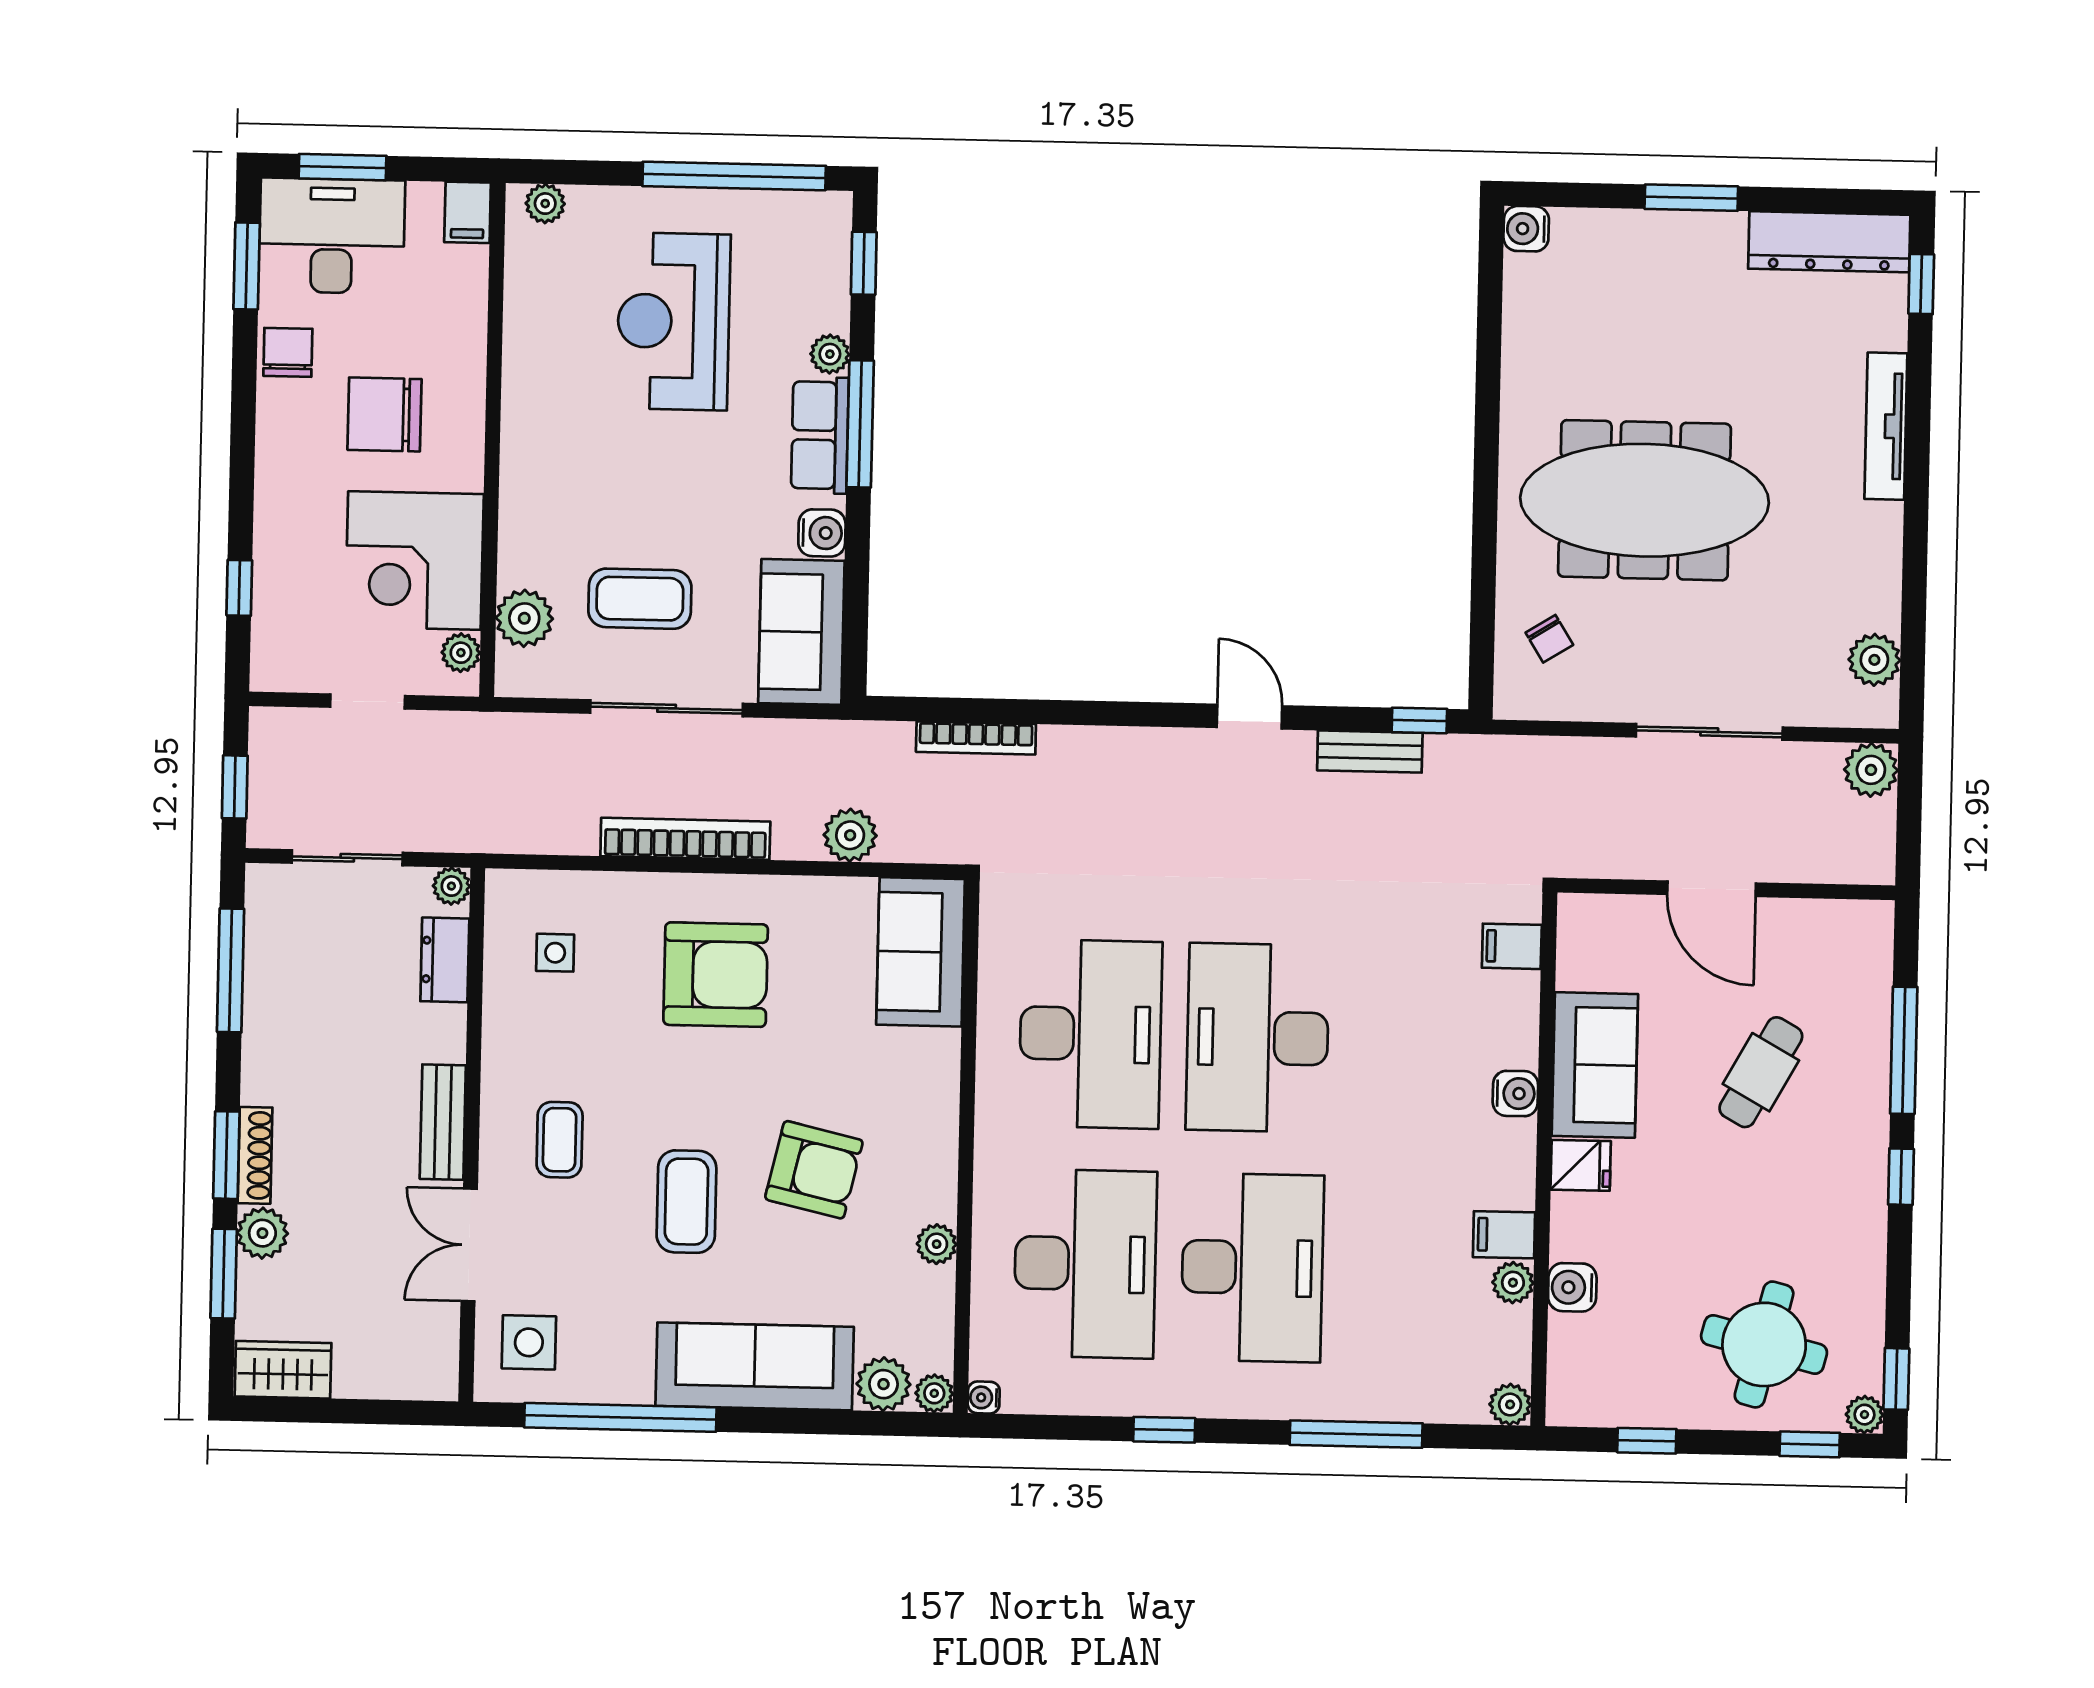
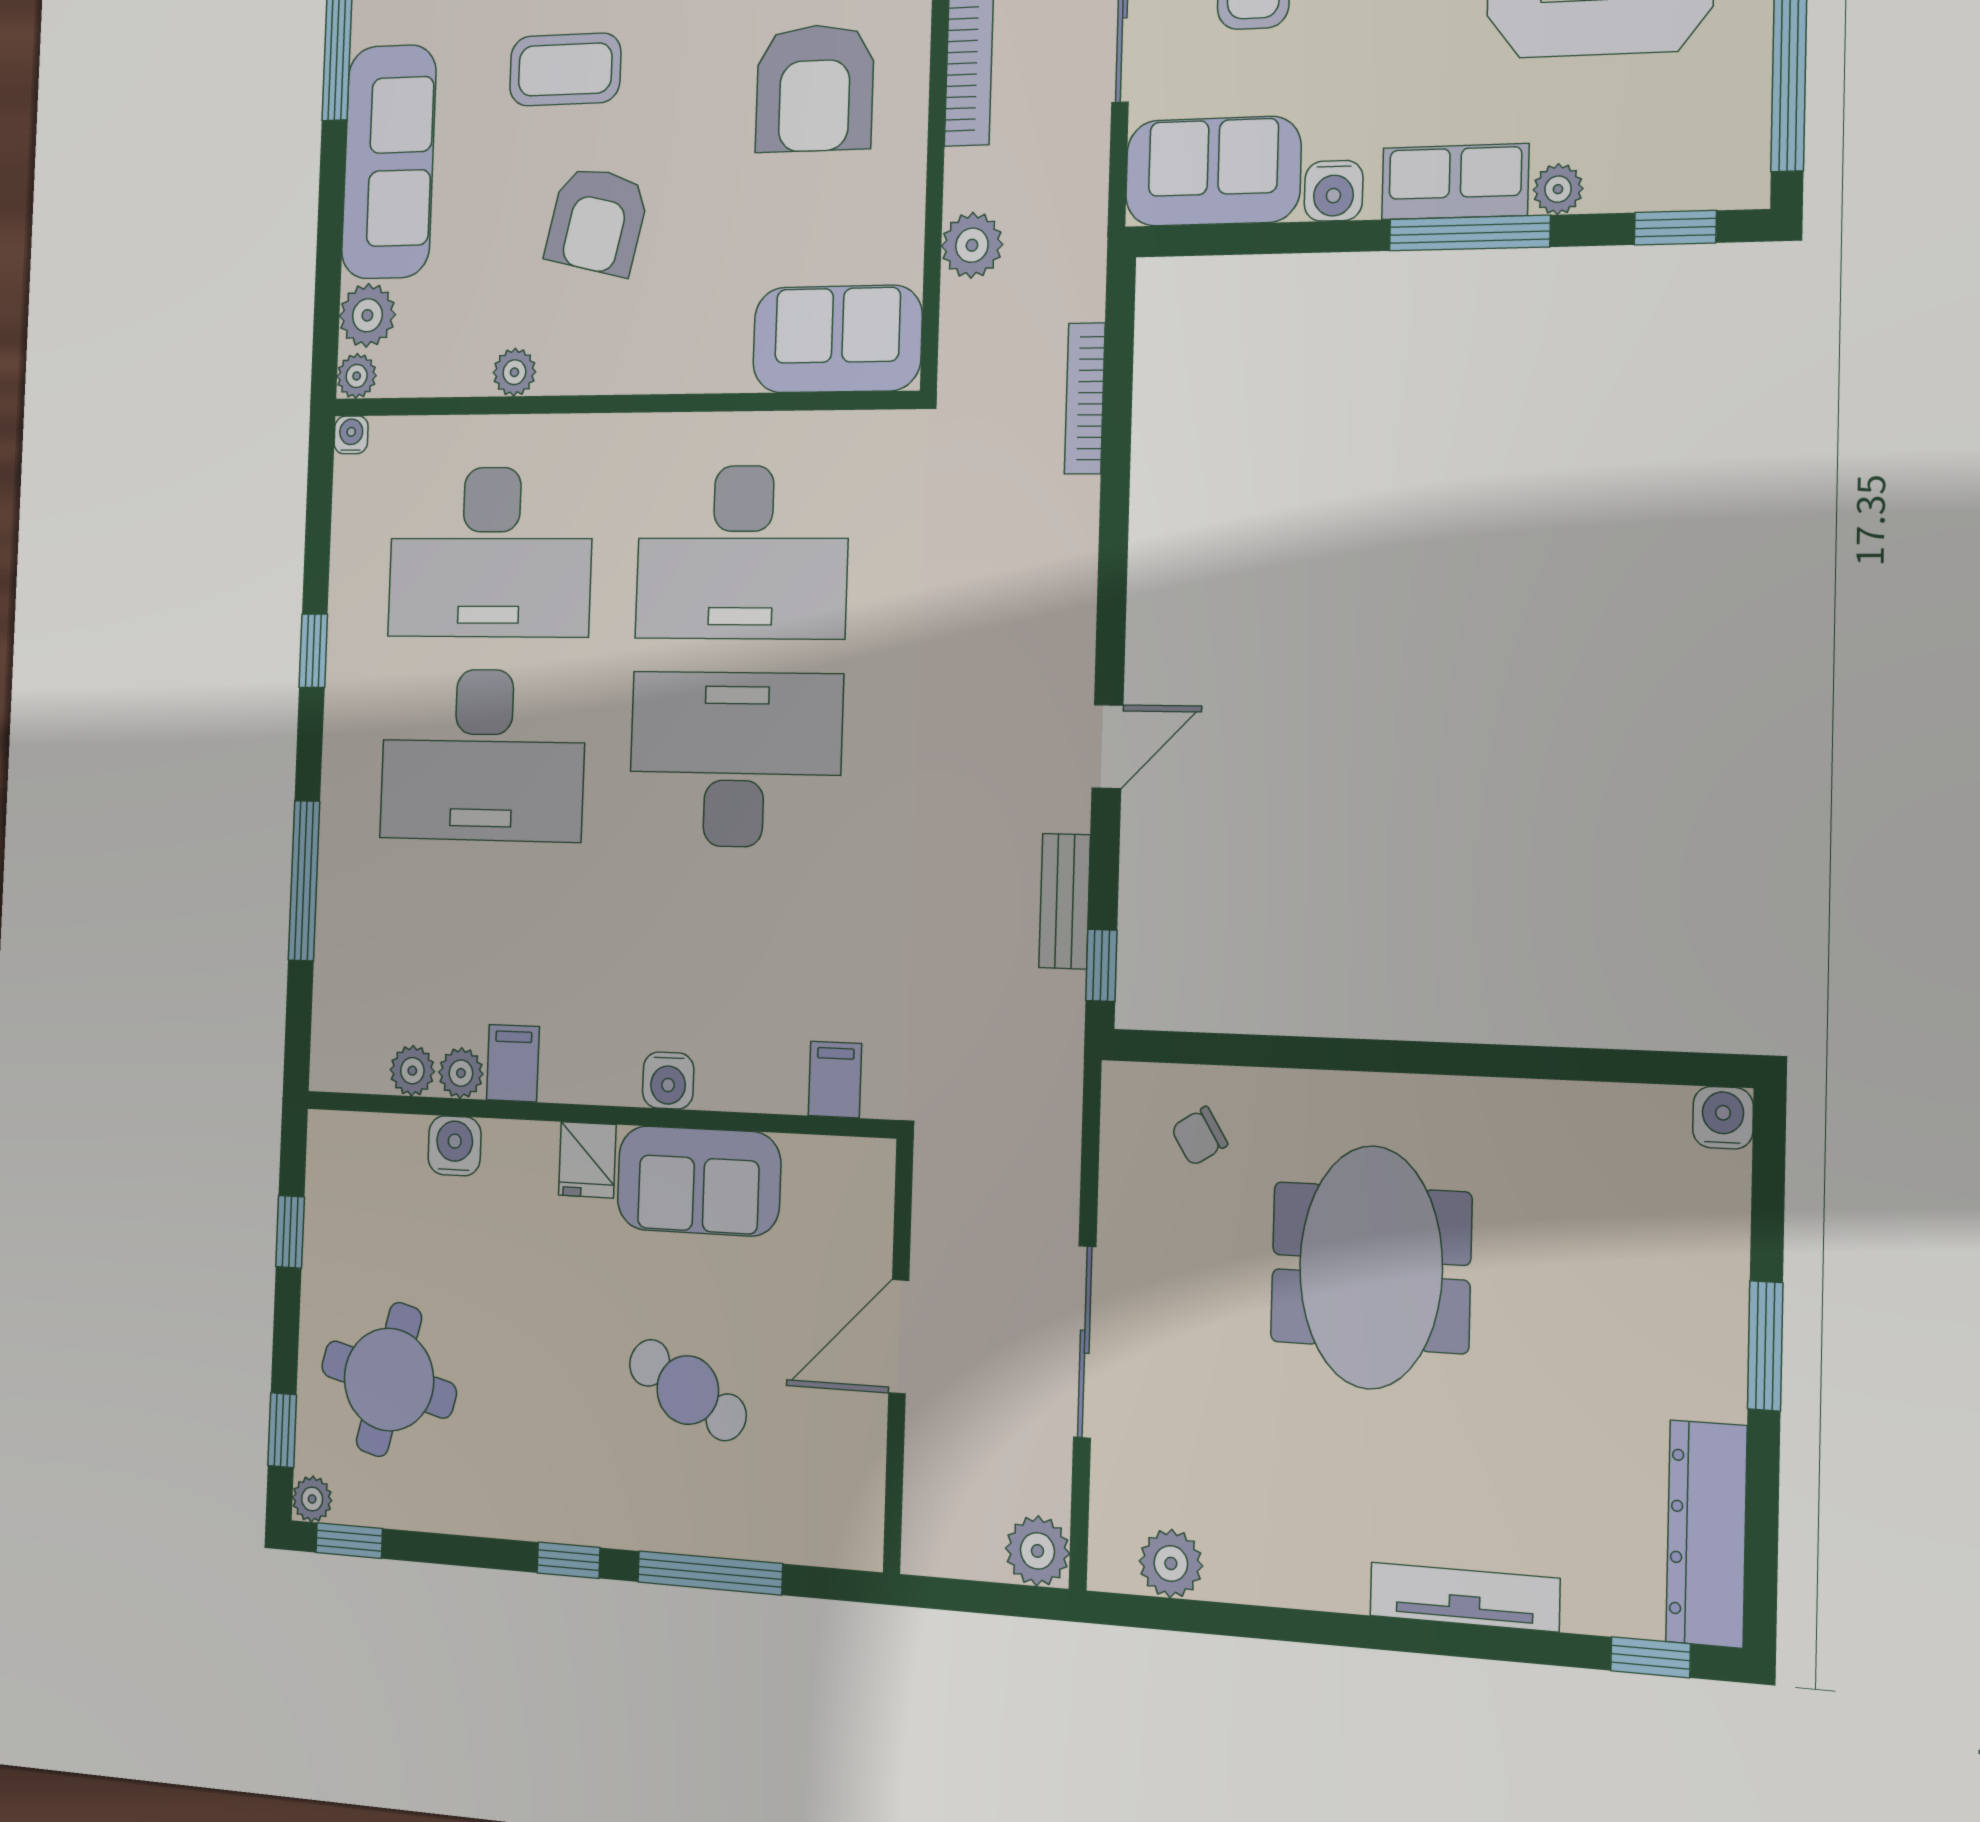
meeting table: (1644, 500) -> (1371, 1267), width x0.73
plant: (1510, 1405) -> (412, 1071), moved

